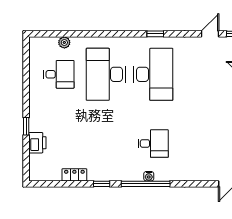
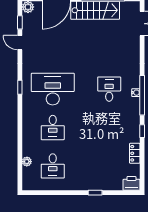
desk: (59, 74) -> (53, 166), turned 180
desk: (106, 74) -> (53, 128), width x0.53, depth x0.77
printer: (37, 143) -> (131, 183), moved

